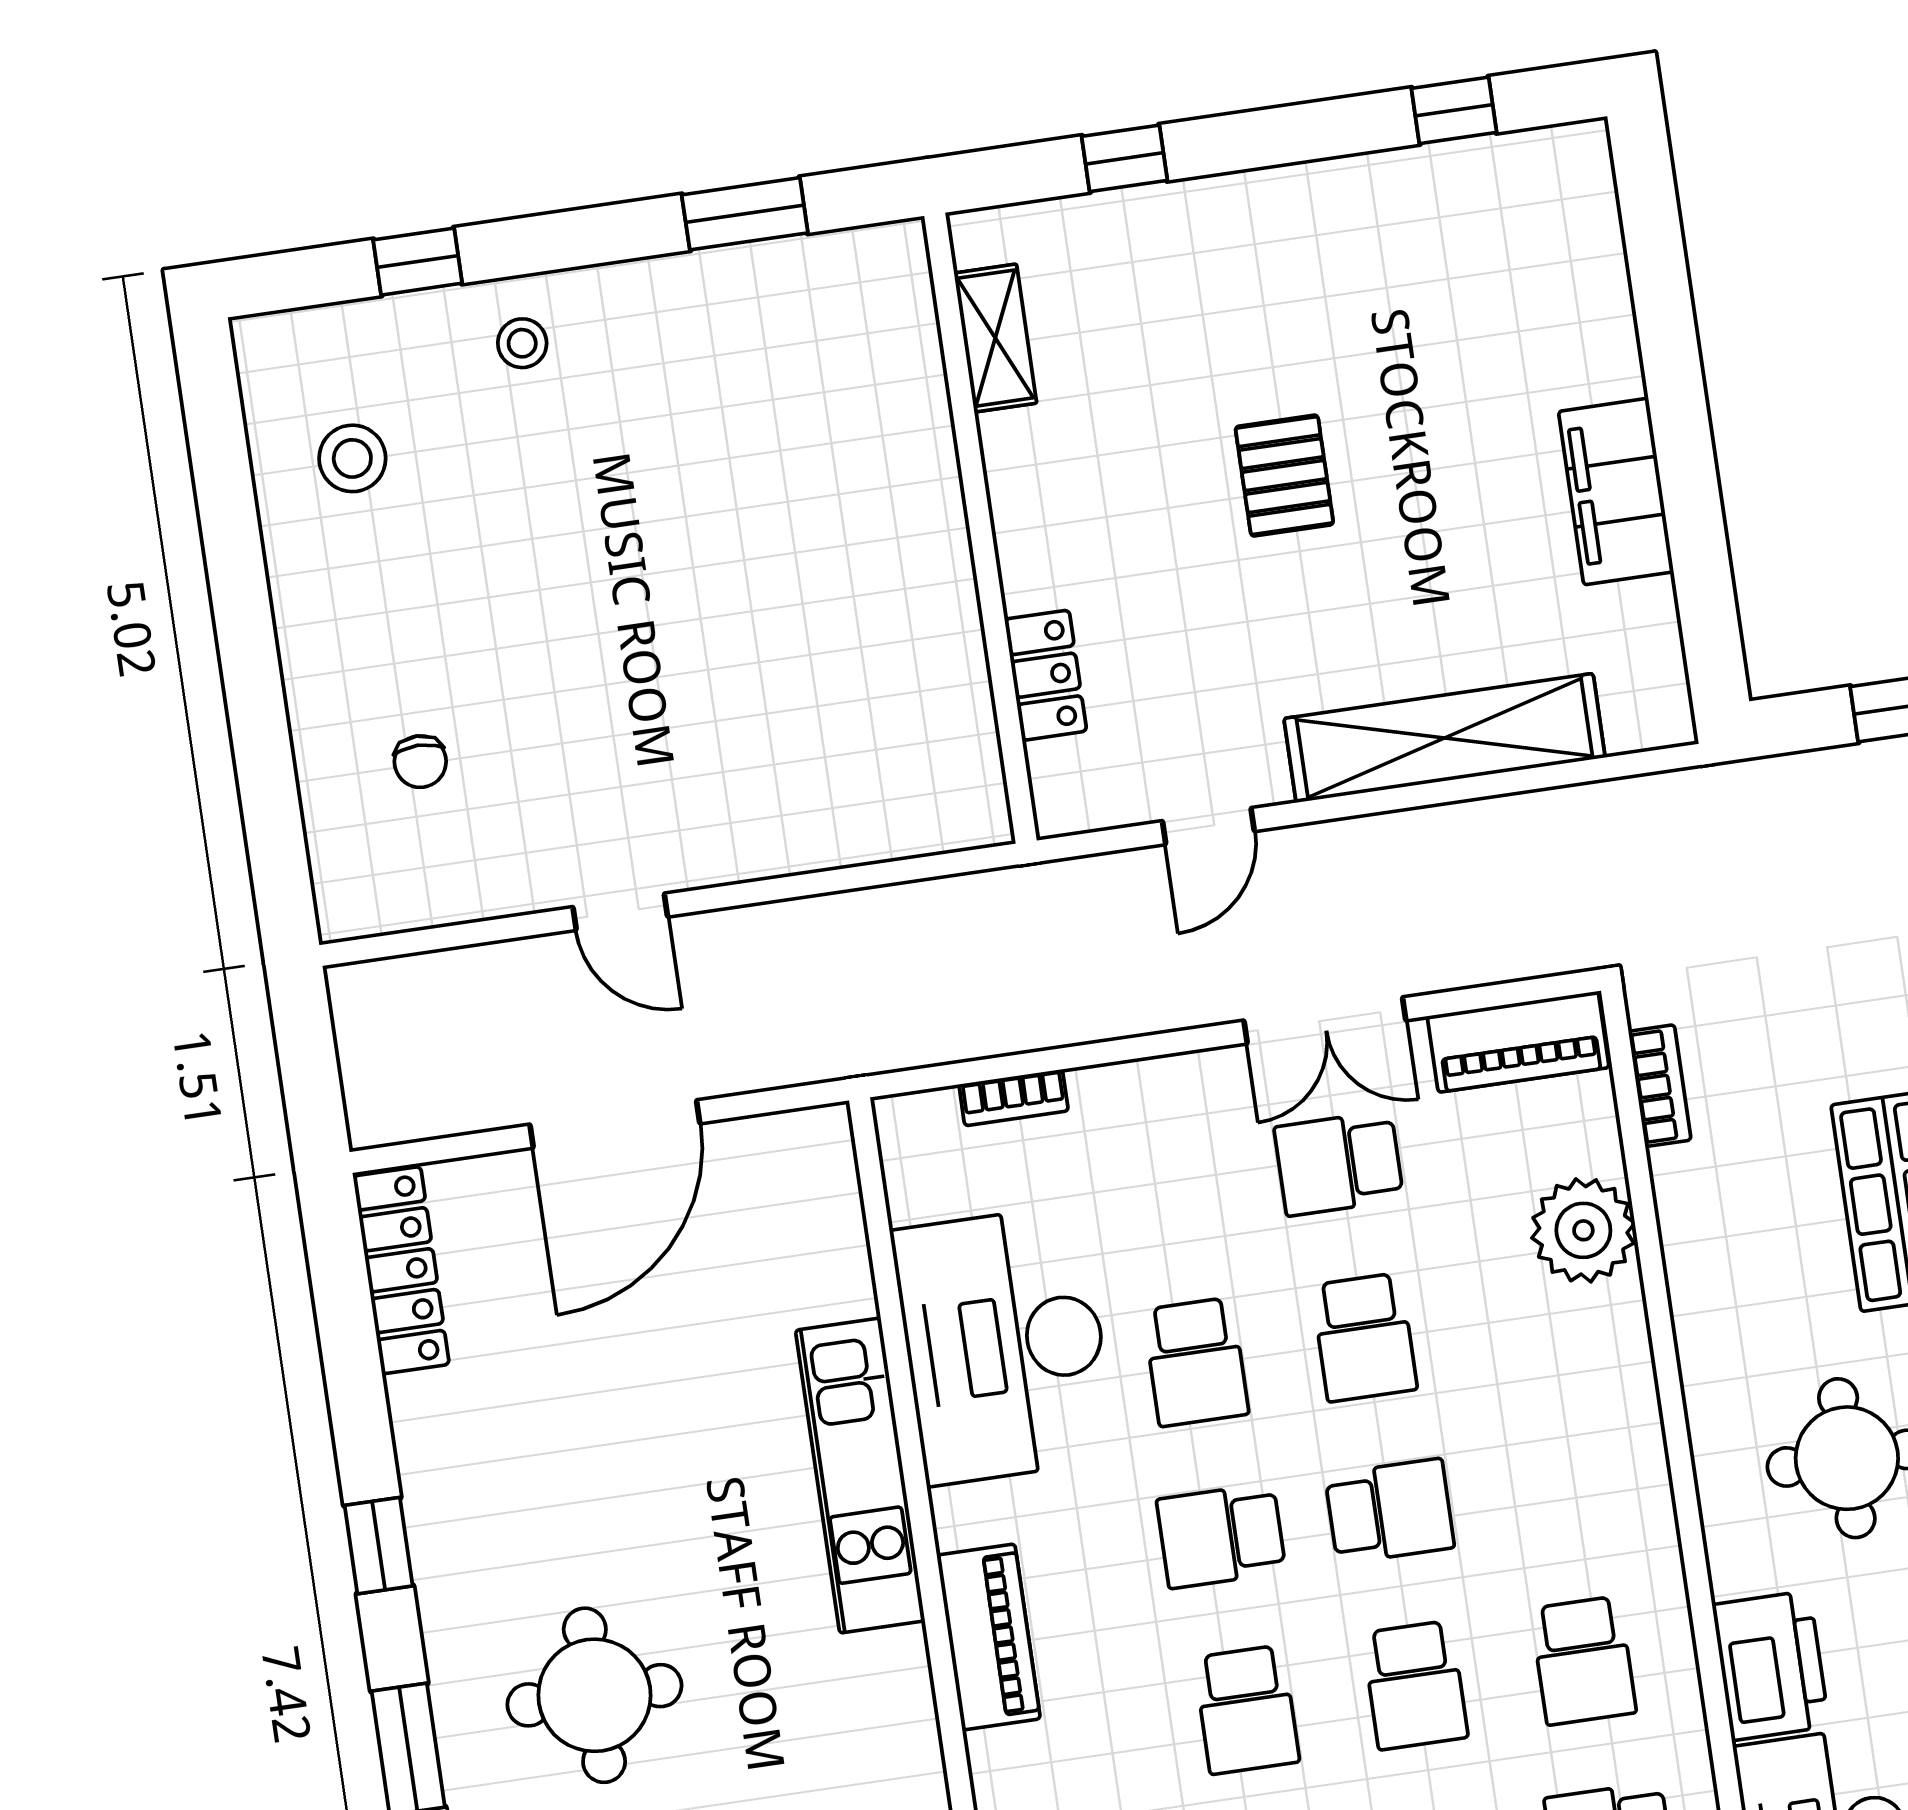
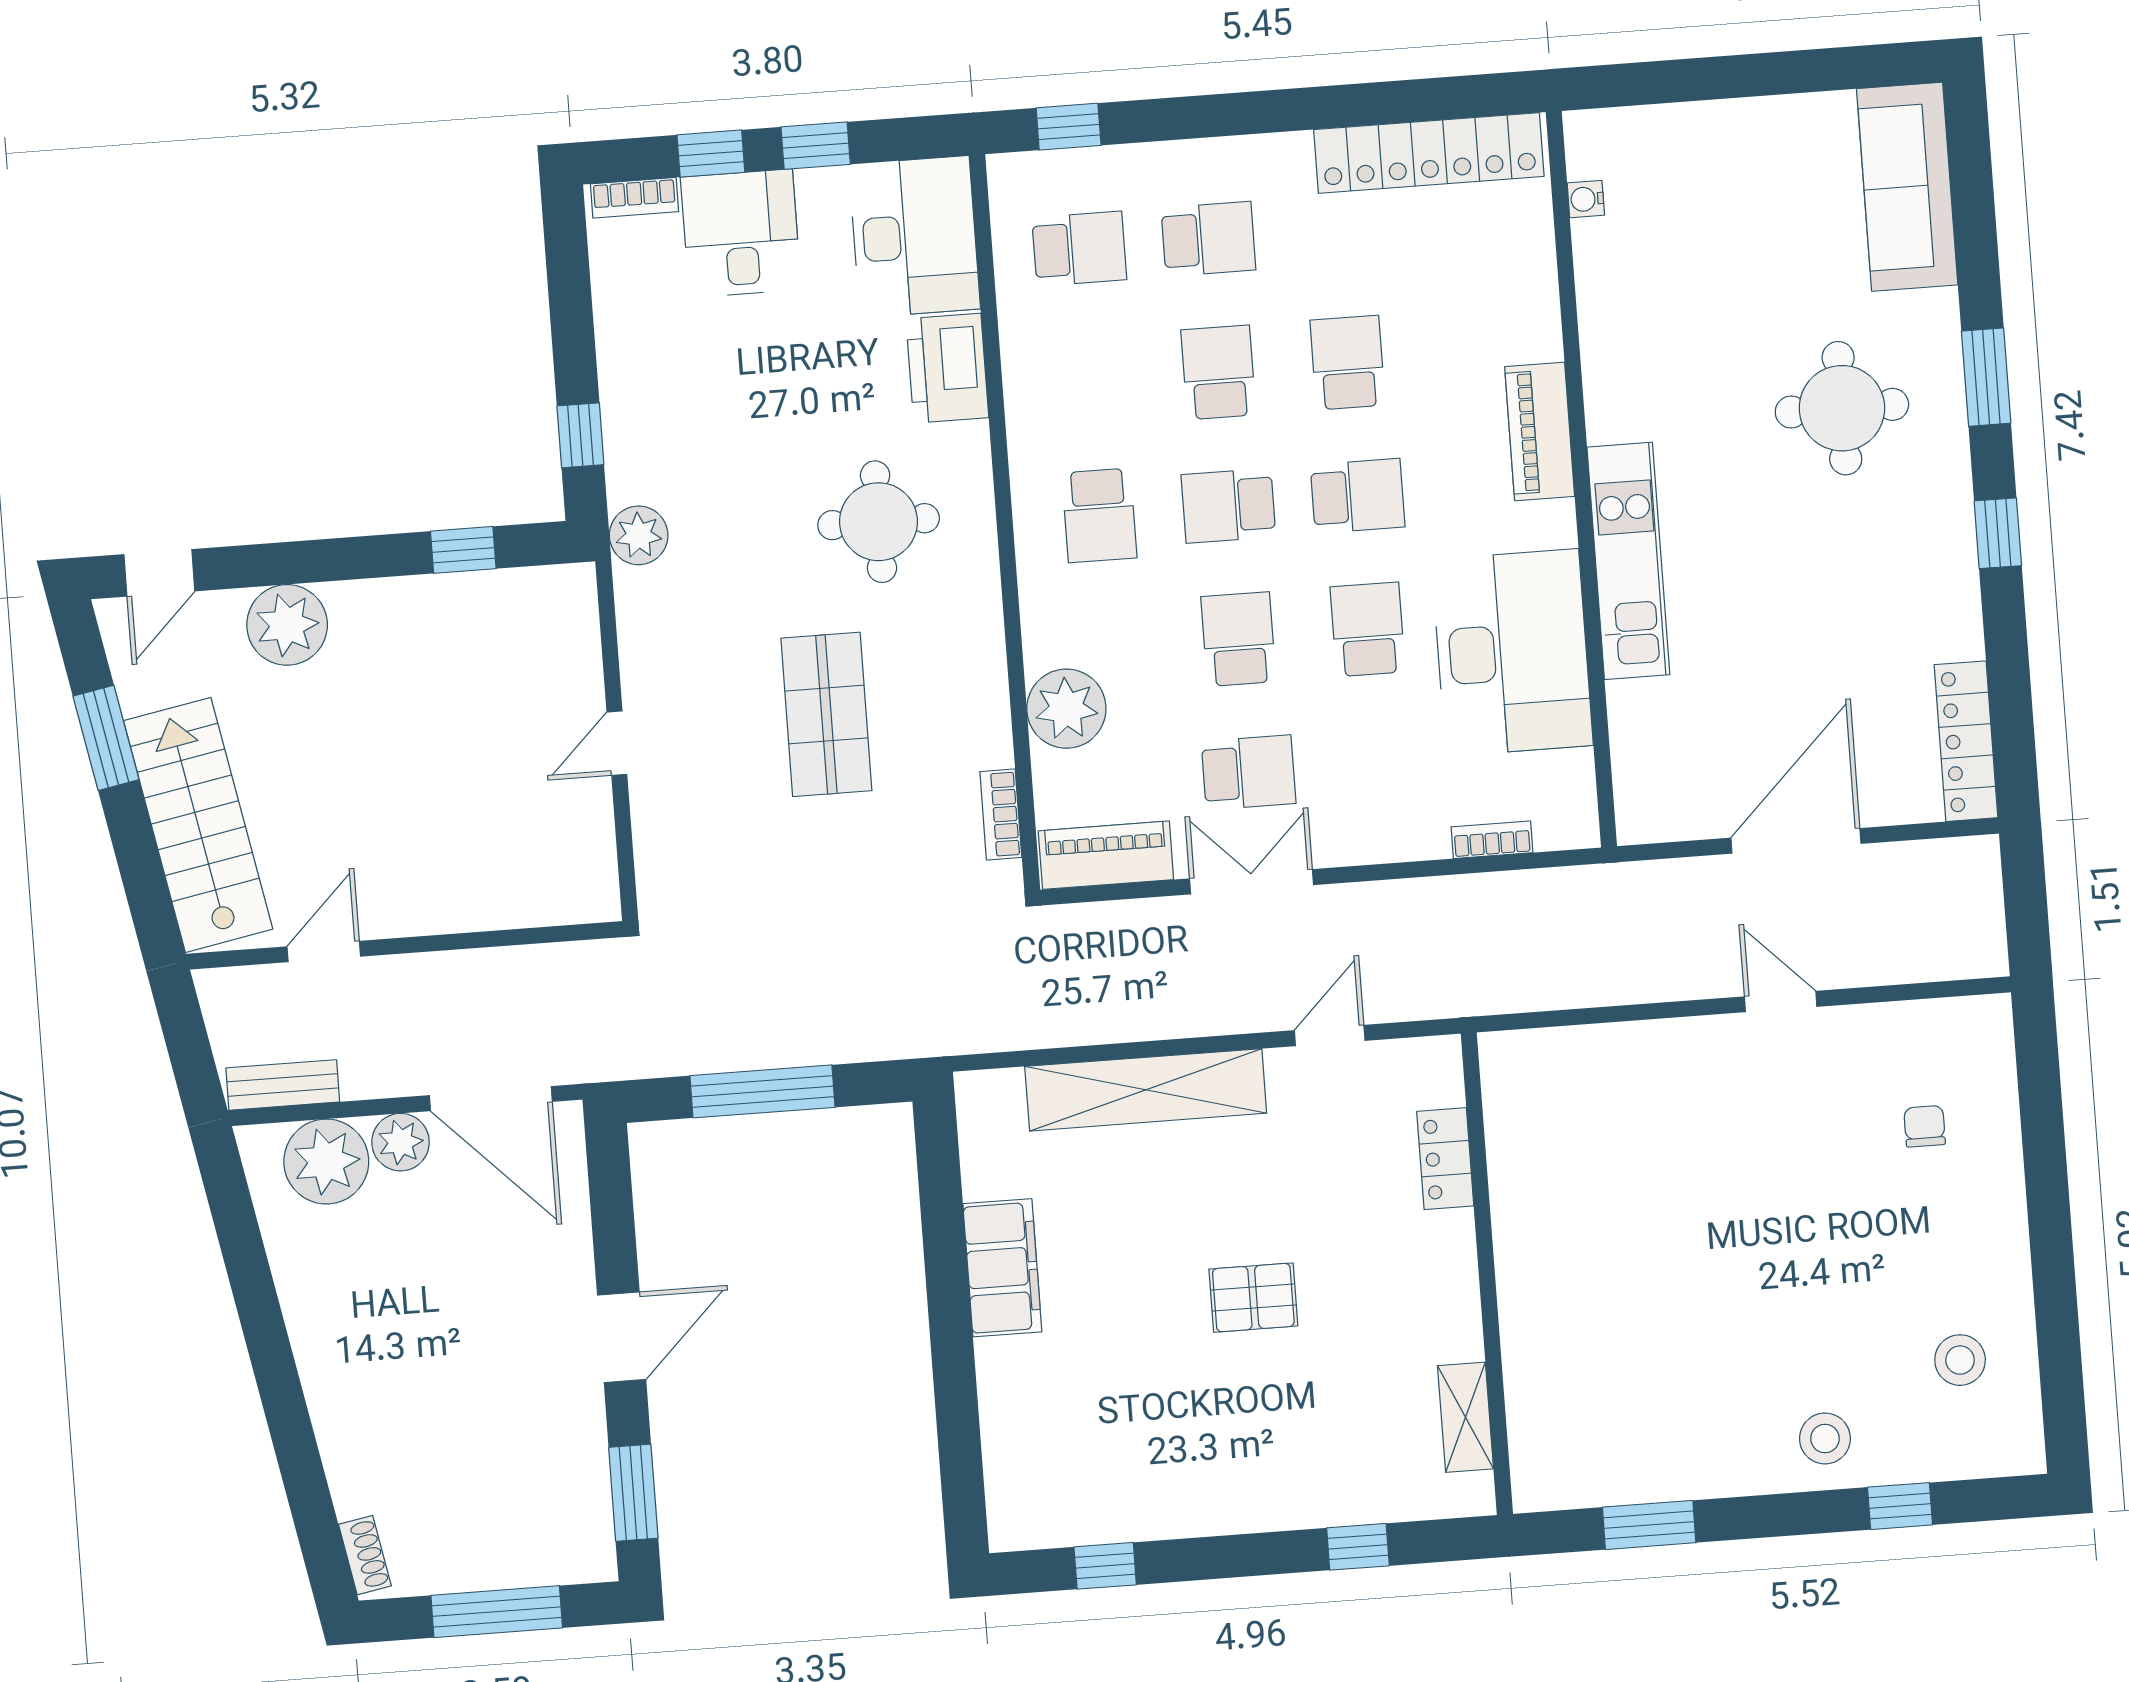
stool: (522, 343) -> (1825, 1438), width x1.37, depth x1.37
pallet: (1284, 476) -> (1253, 1298), turned 90
school desk: (1583, 1661) -> (1099, 515), moved, turned 180

